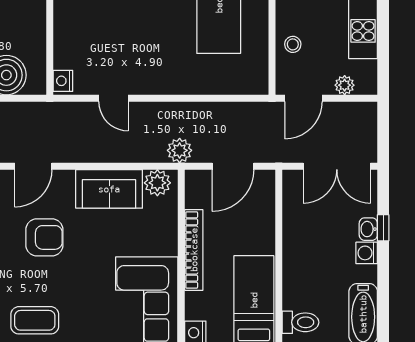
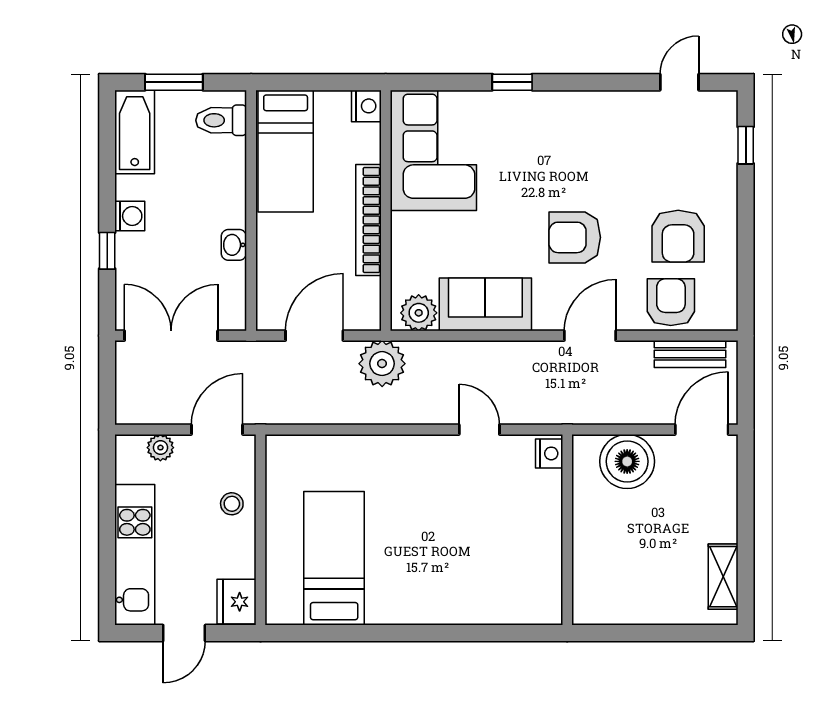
plant: (180, 150) -> (382, 364), width x1.36, depth x1.36
washbasin: (368, 229) -> (234, 245), moved, turned 180
coffee table: (35, 320) -> (588, 123), removed

